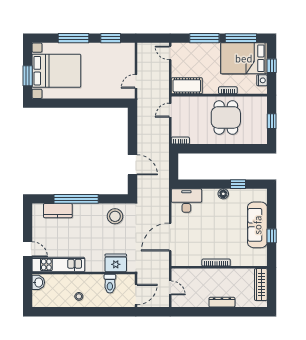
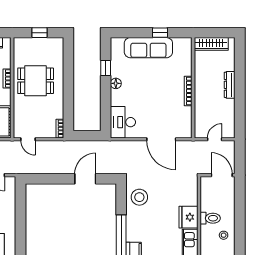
fridge: (116, 263) -> (188, 217), moved
toilet: (110, 284) -> (210, 218), moved

